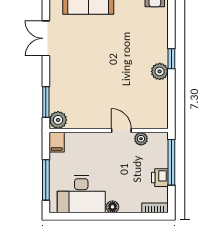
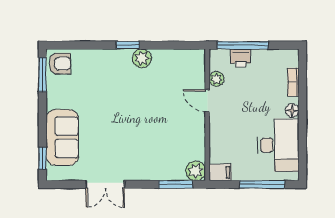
door: (121, 130) -> (207, 101), hinge flipped
printer: (160, 178) -> (241, 58), moved
bookcase: (155, 208) -> (293, 82), moved

